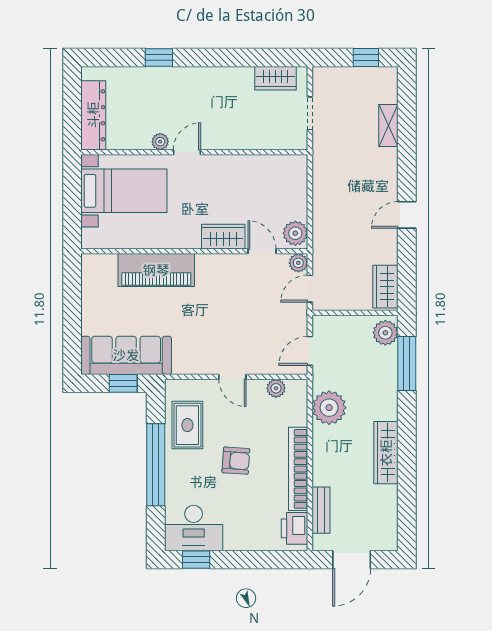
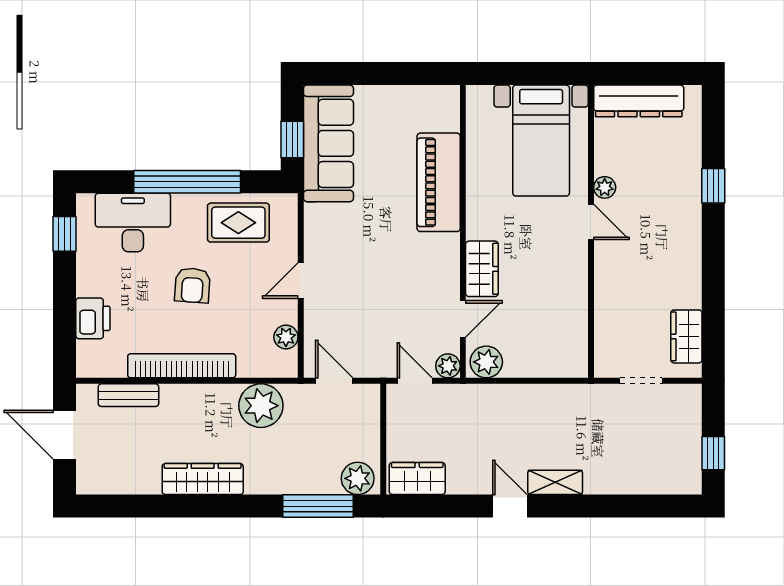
shelving: (388, 125) -> (555, 482), moved
desk: (194, 528) -> (133, 223), moved, turned 90
printer: (295, 528) -> (93, 318), moved, turned 90

